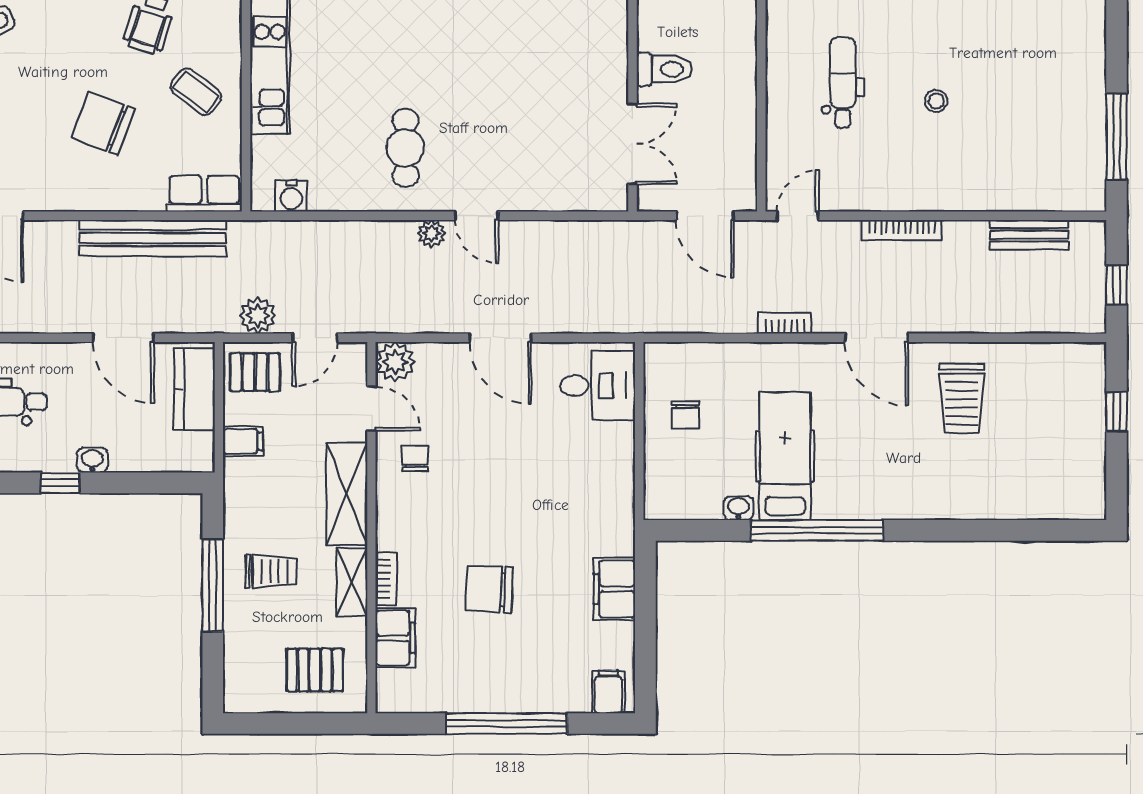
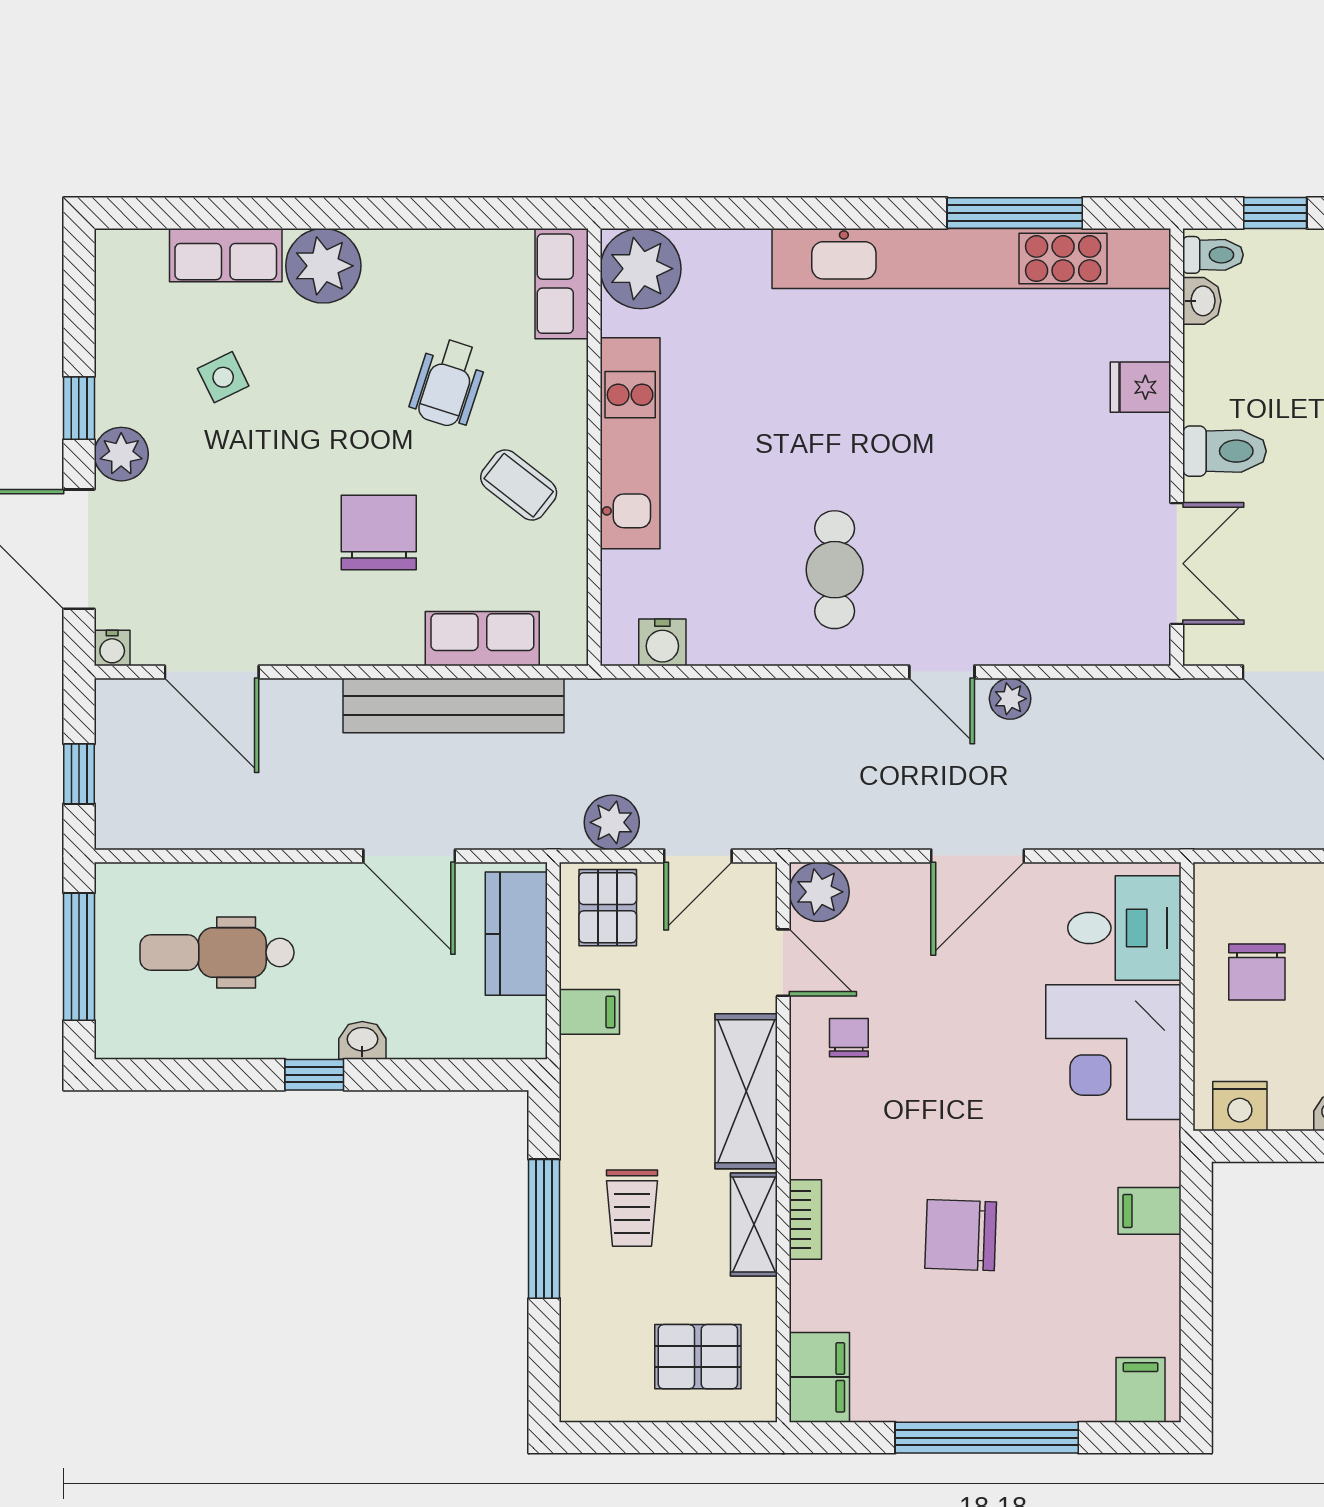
fridge: (608, 27) -> (1141, 387), added
chair: (103, 123) -> (379, 533), turned 69
row of seats: (204, 194) -> (482, 639), moved
plant: (432, 234) -> (1010, 699), moved
door: (500, 338) -> (978, 856), hinge flipped
pallet: (255, 372) -> (608, 908), turned 90
chair: (686, 415) -> (1257, 972), width x1.37, depth x1.37
corner desk: (590, 468) -> (1113, 1052), added
nightstand: (674, 504) -> (1240, 1106), added
trolley: (271, 571) -> (632, 1208), turned 90
filing cabinet: (614, 589) -> (1149, 1211), width x0.50
filing cabinet: (395, 638) -> (819, 1377), moved

